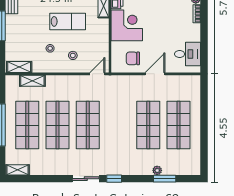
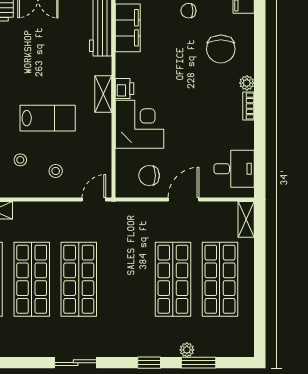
shelving: (195, 87) -> (246, 219), added
window: (114, 179) -> (149, 363), moved

